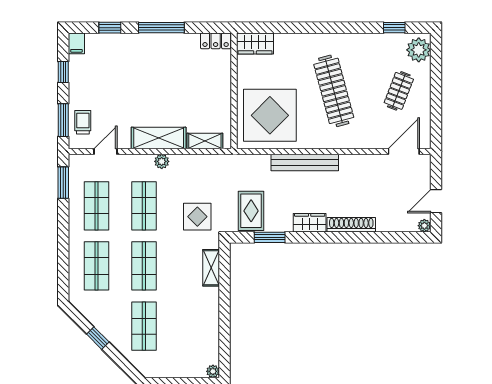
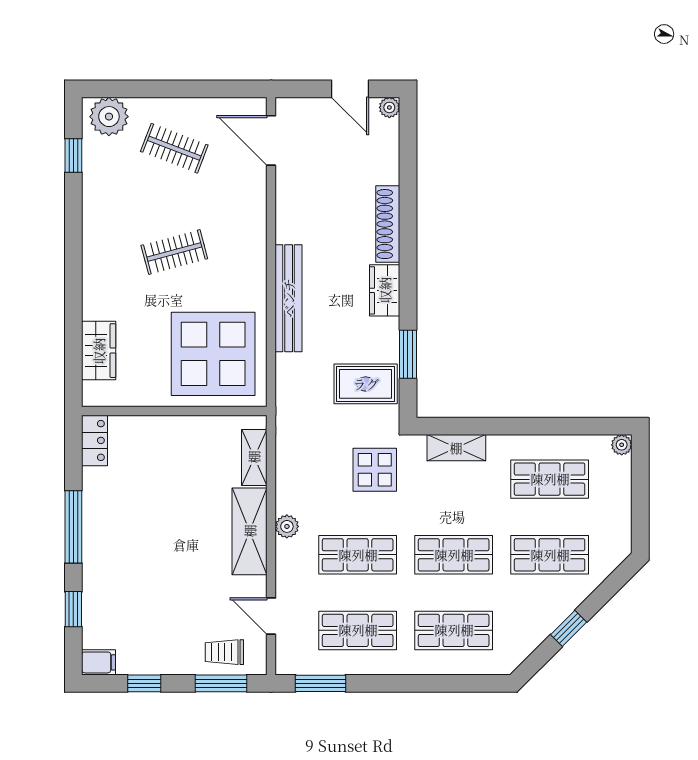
wardrobe: (255, 43) -> (99, 351), moved
clothes rail: (334, 91) -> (174, 252), width x0.54, depth x0.76
shop shelf: (191, 326) -> (550, 479), added

